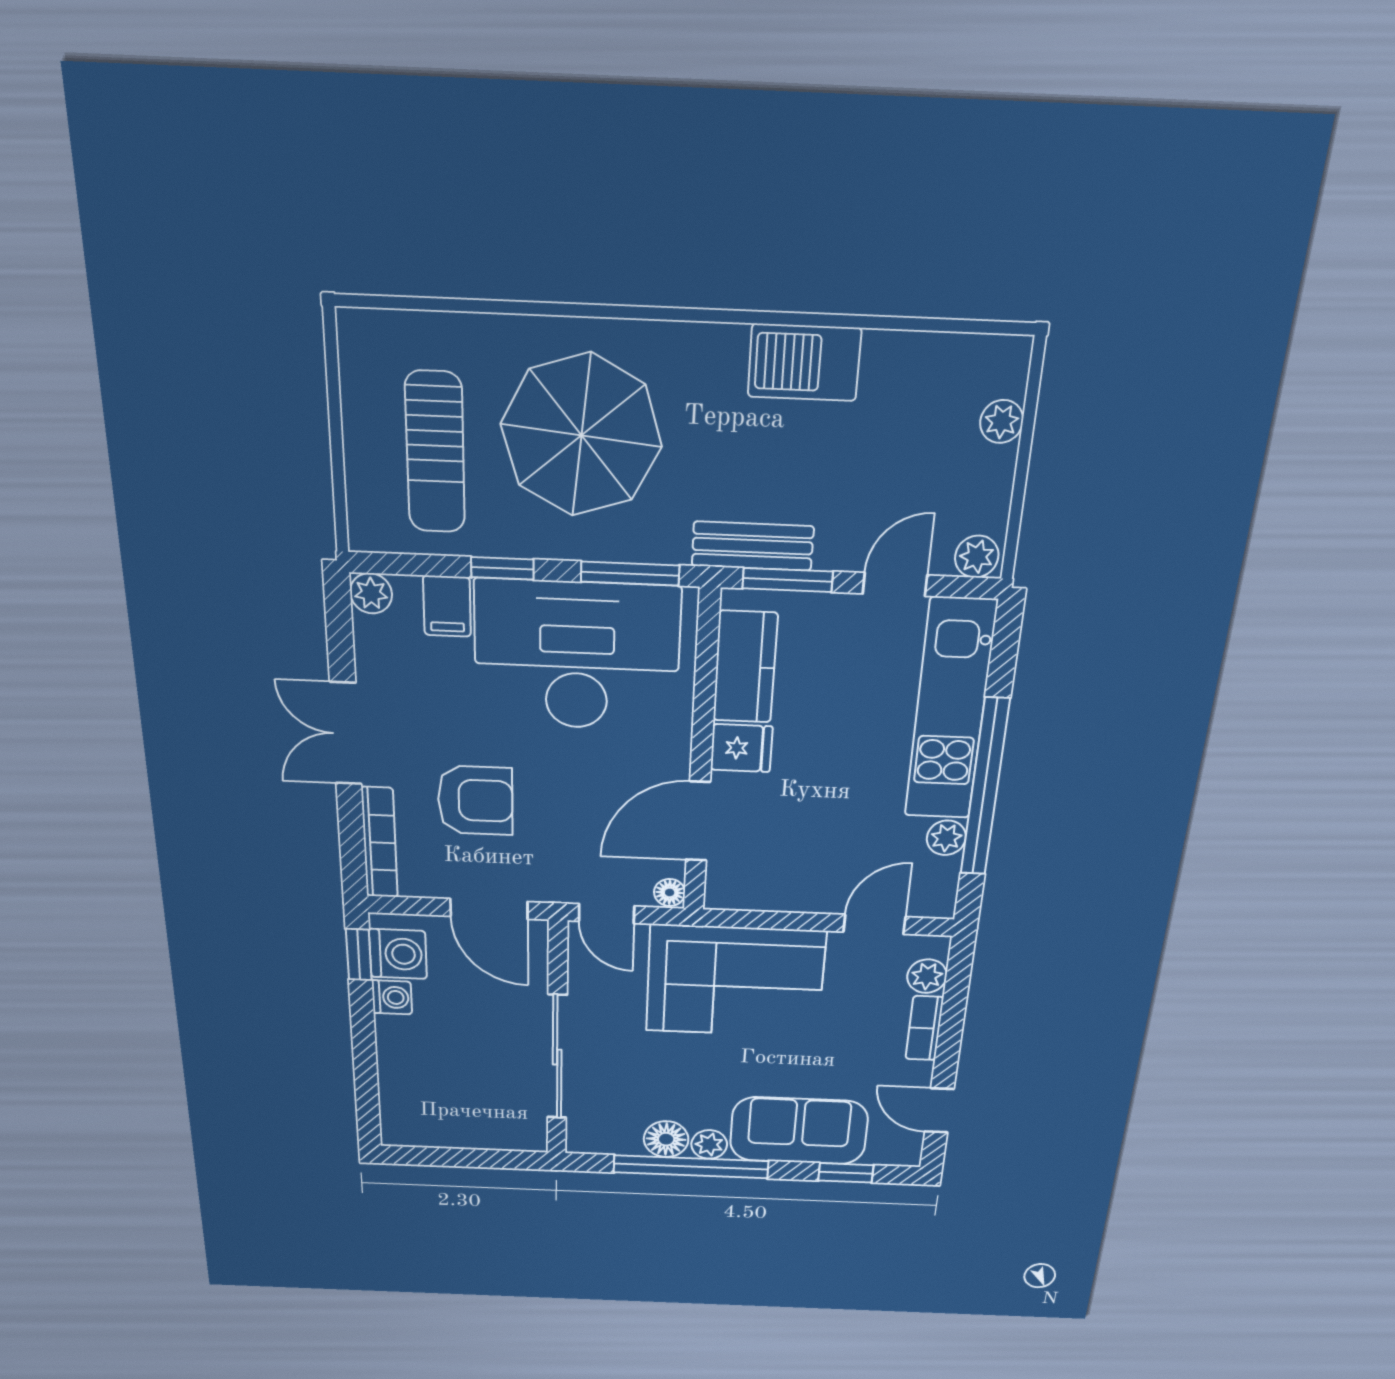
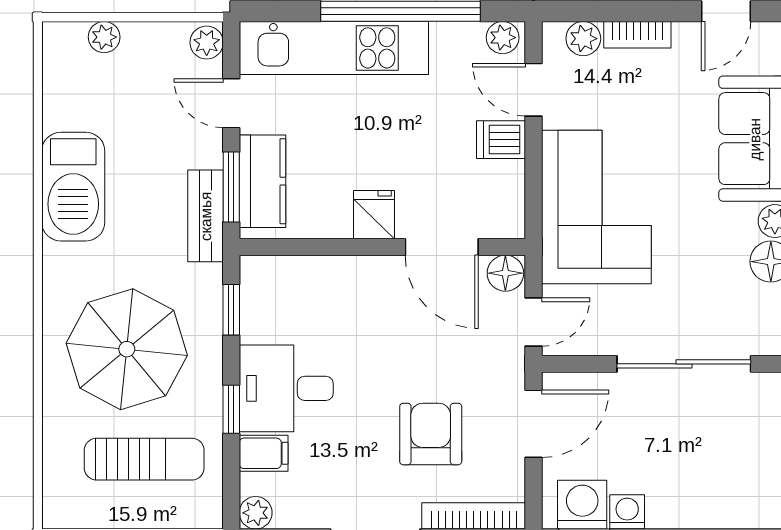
barbecue: (804, 363) -> (73, 187), width x1.37, depth x1.21
window: (630, 574) -> (231, 310), width x0.67
desk: (577, 656) -> (286, 388), width x0.53, depth x0.77
kitchen counter: (745, 667) -> (263, 181), moved, turned 90
plant: (946, 838) -> (503, 38), moved
dishwasher: (820, 889) -> (501, 140), added
floor lamp: (670, 892) -> (505, 273), width x1.37, depth x1.37

